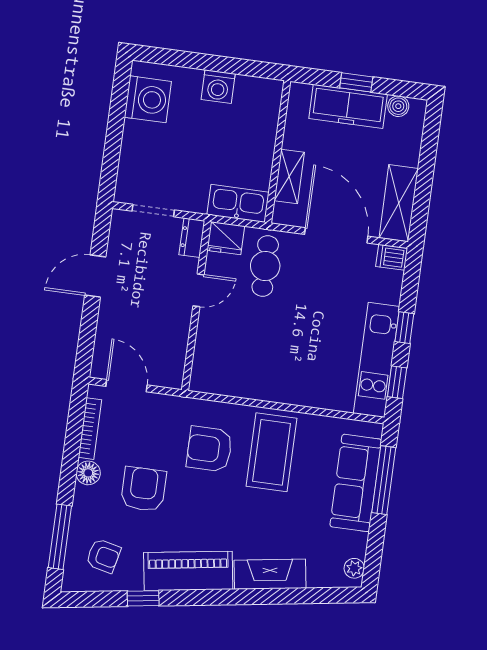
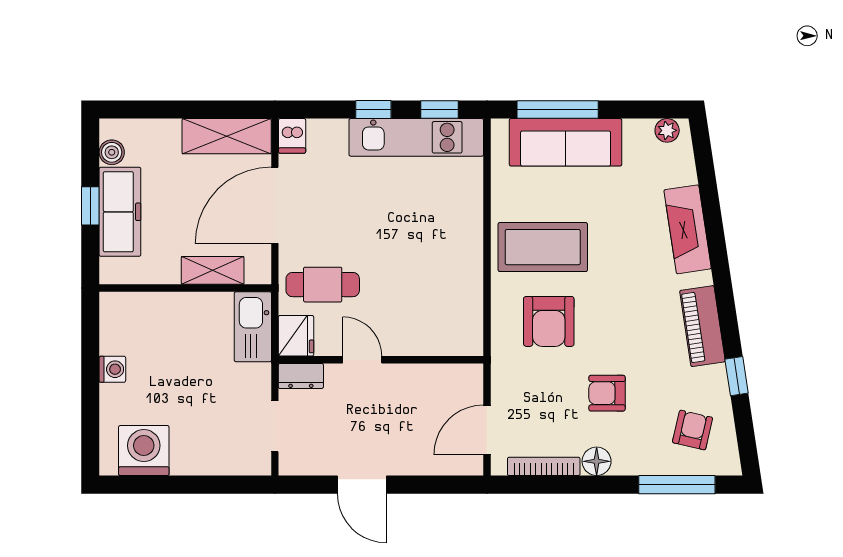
washing machine: (218, 87) -> (112, 369), width x0.73, depth x0.73
armchair: (143, 489) -> (607, 393), width x0.72, depth x0.72
piano: (188, 571) -> (702, 326), width x0.73, depth x0.75

